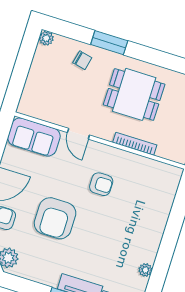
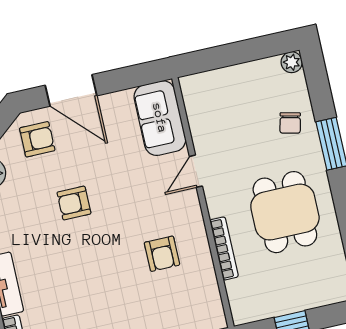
armchair: (101, 184) -> (162, 254), moved
armchair: (55, 218) -> (74, 203), width x0.53, depth x0.53

